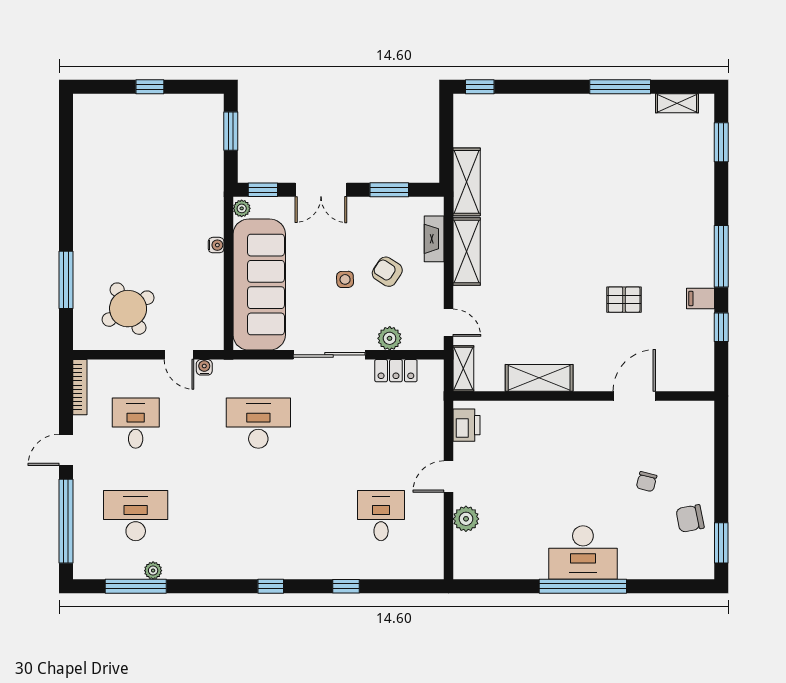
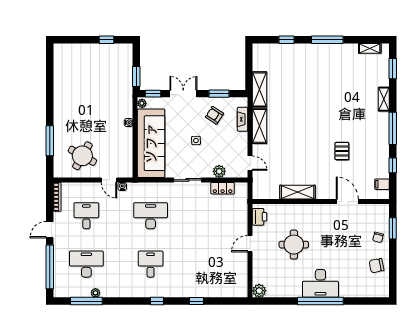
window: (150, 87) -> (107, 40), moved
window: (480, 87) -> (286, 40), moved
window: (620, 87) -> (327, 40), moved
window: (231, 131) -> (136, 76), moved
double door: (321, 190) -> (183, 94), swing flipped
armchair: (387, 272) -> (215, 115), moved
filing cabinet: (701, 298) -> (382, 184), moved
pallet: (624, 300) -> (342, 151), turned 90
round table: (128, 309) -> (82, 156), turned -31
sliding door: (329, 355) -> (188, 180), width x0.73
shelving: (463, 369) -> (384, 99), moved
door: (634, 396) -> (347, 202), hinge flipped
round table: (532, 478) -> (294, 245), added
chair: (647, 482) -> (378, 237), moved
desk: (381, 516) -> (151, 264), moved
plant: (466, 519) -> (259, 291), moved
window: (721, 543) -> (393, 228), moved

